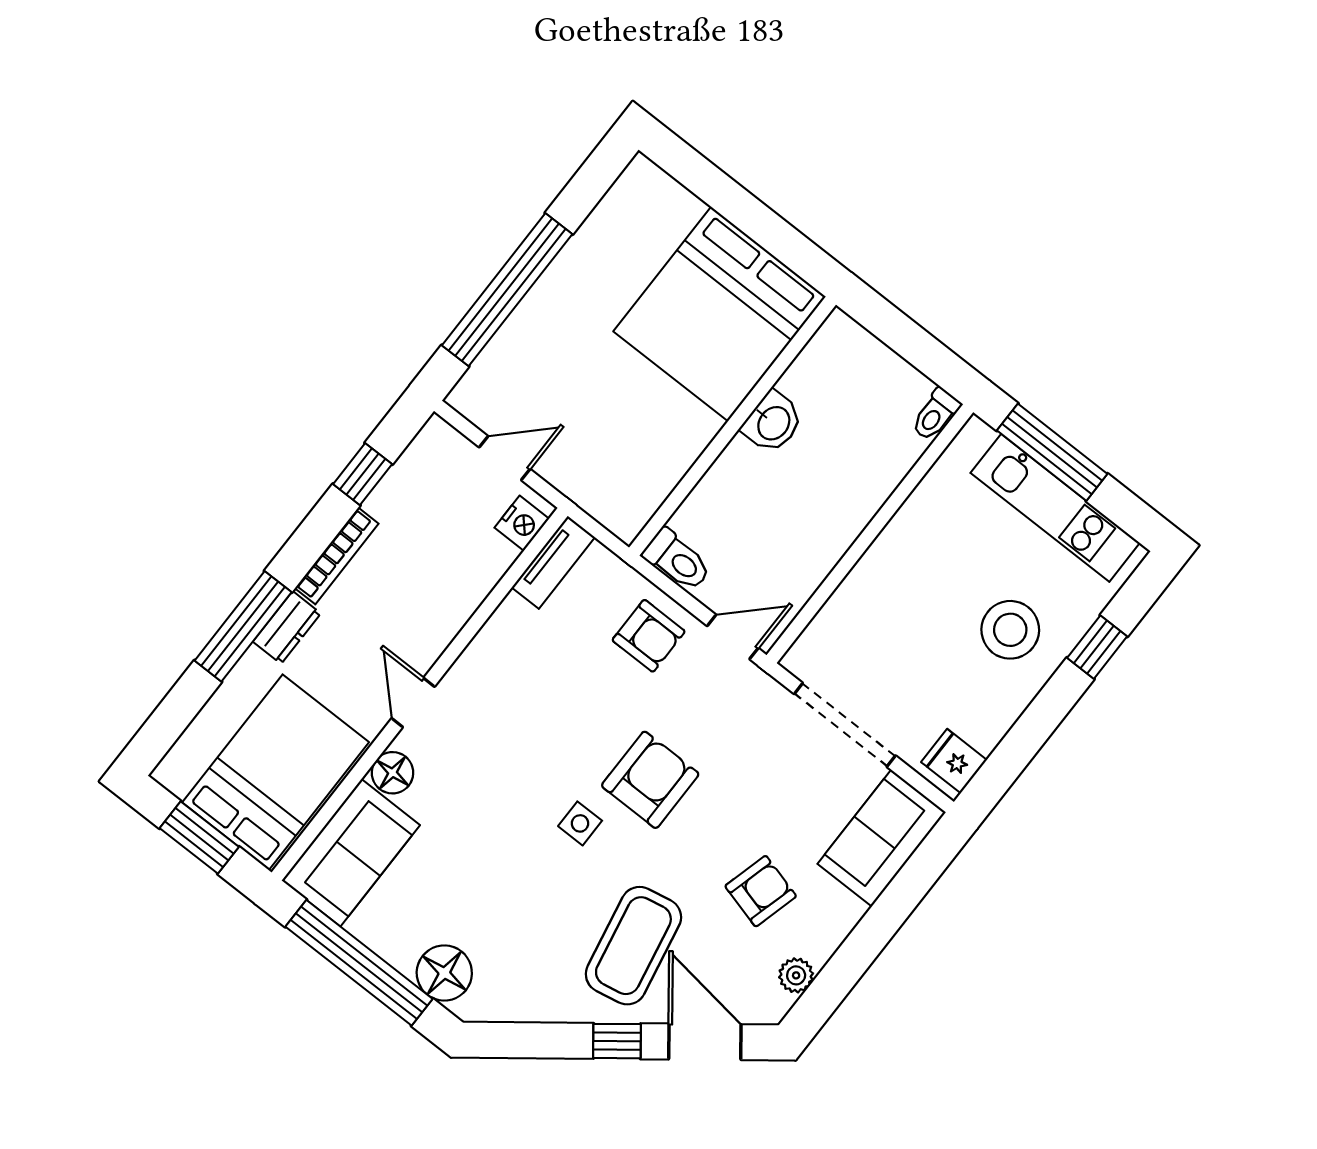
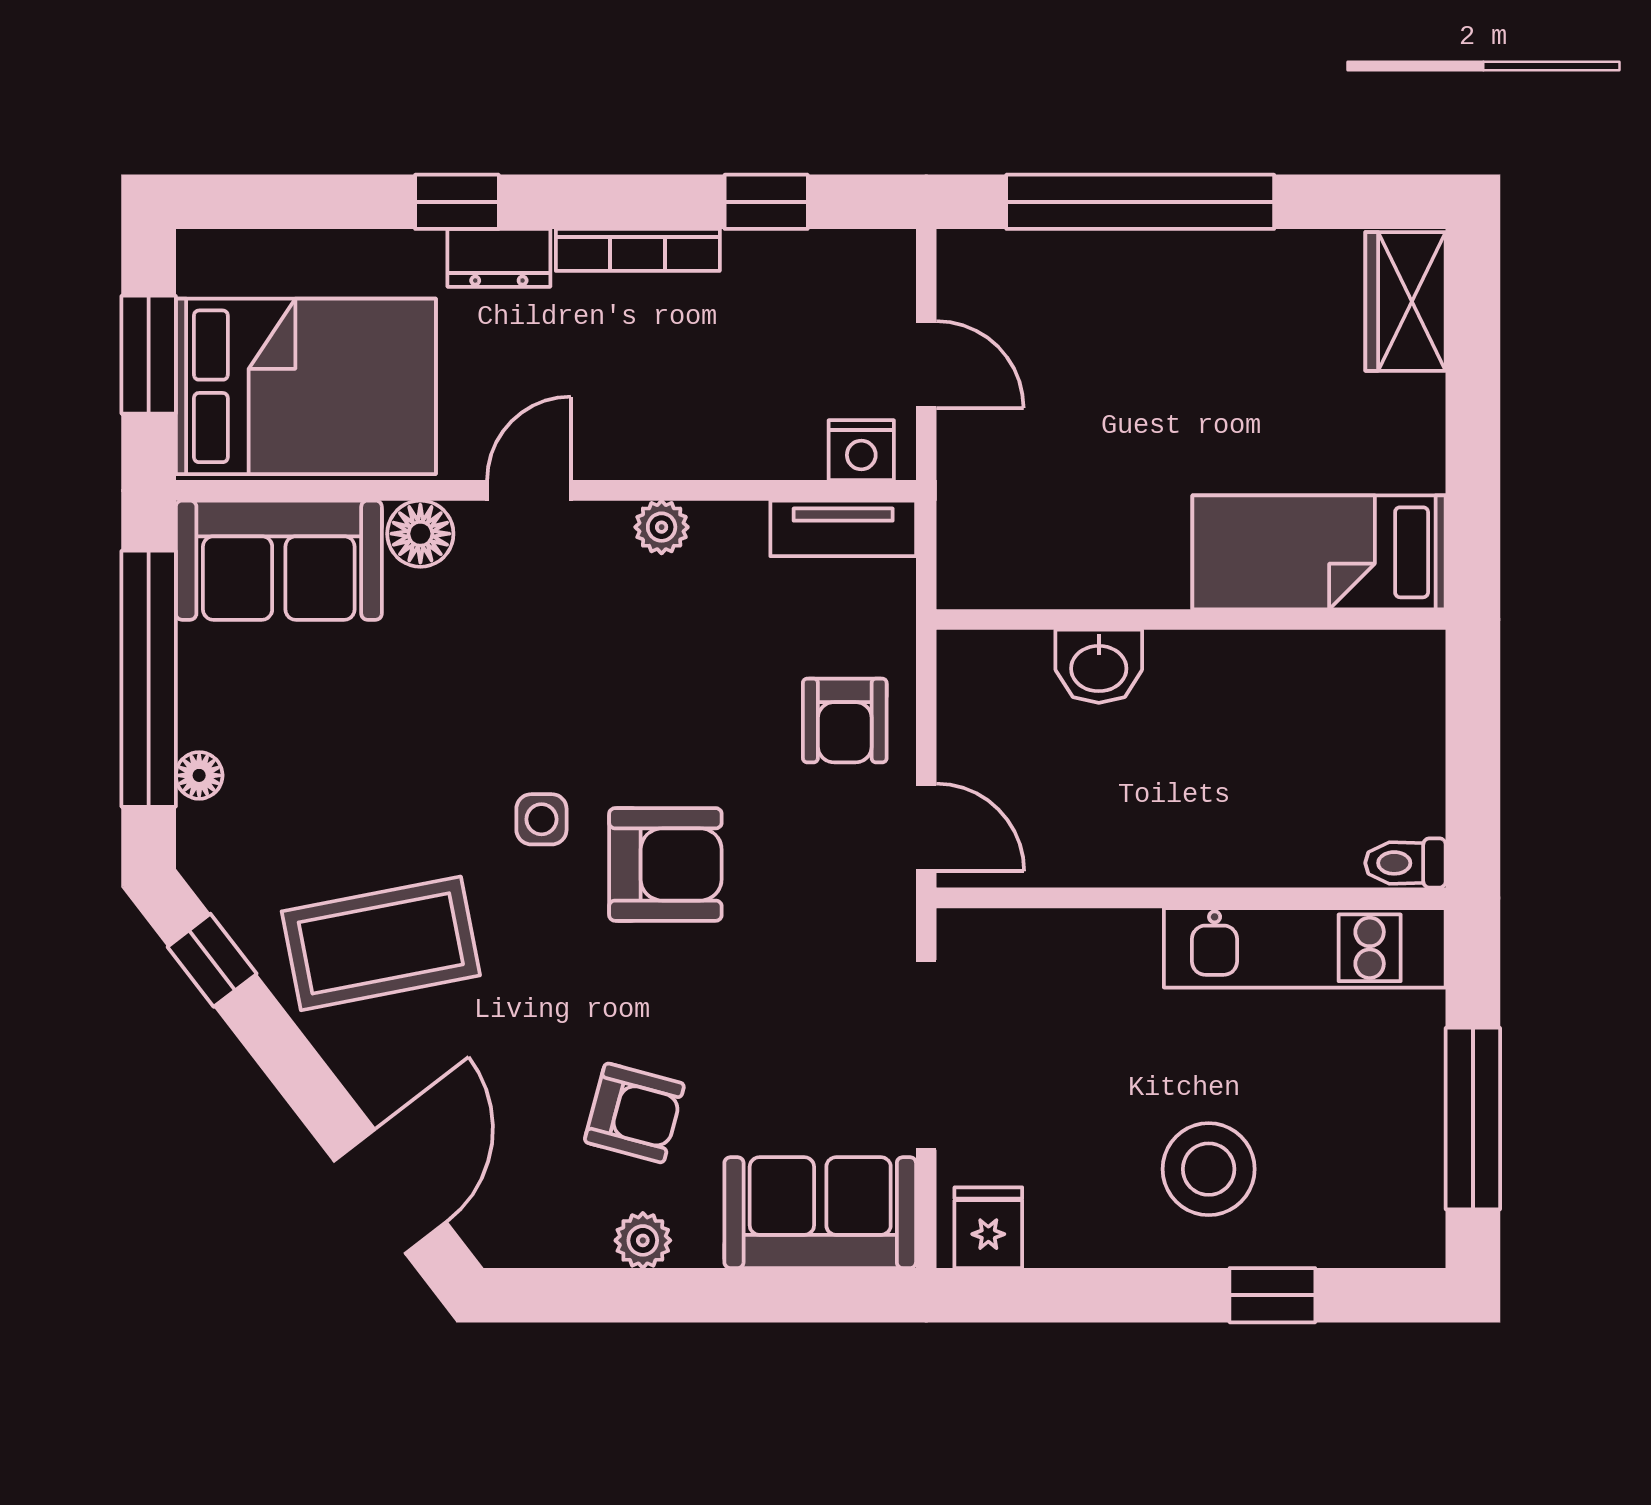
wardrobe: (659, 197) -> (1406, 301), added
bed: (720, 314) -> (1319, 552), width x0.49
washbasin: (773, 422) -> (1099, 666), moved
window: (1052, 452) -> (1473, 1119), moved
kitchen unit: (1055, 508) -> (1305, 948), moved, turned -90
toilet: (677, 560) -> (968, 682), removed
window: (243, 626) -> (457, 202), width x0.46
plant: (482, 651) -> (662, 527), added
coffee table: (633, 946) -> (381, 943), moved
floor lamp: (444, 973) -> (199, 775), width x0.53, depth x0.53
plant: (796, 975) -> (643, 1240), moved
window: (617, 1041) -> (212, 960), moved

